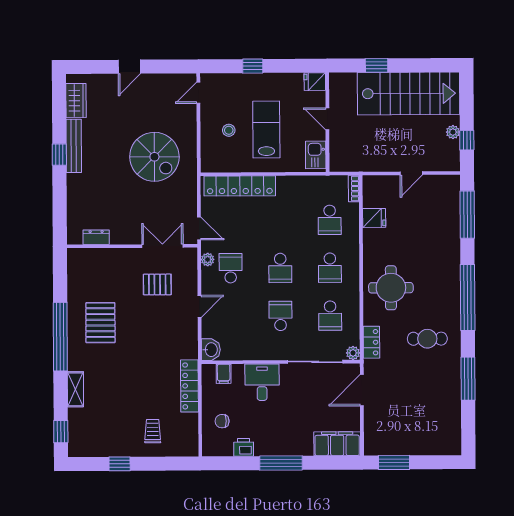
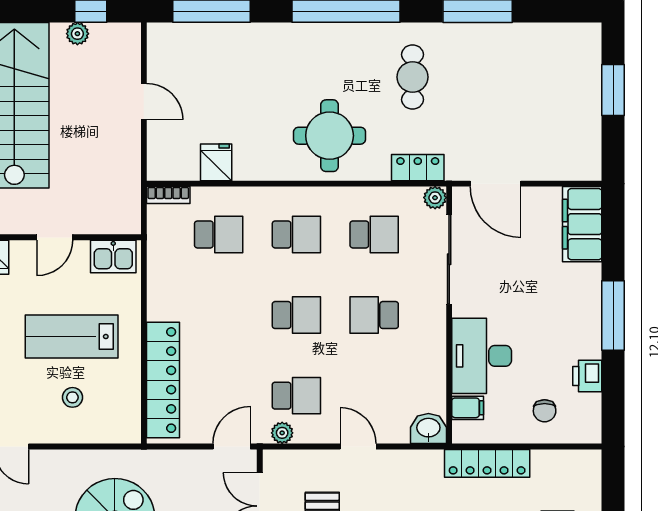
school desk: (231, 268) -> (296, 396), turned 180
desk: (262, 382) -> (482, 356), width x1.37
window: (394, 462) -> (613, 90), moved

